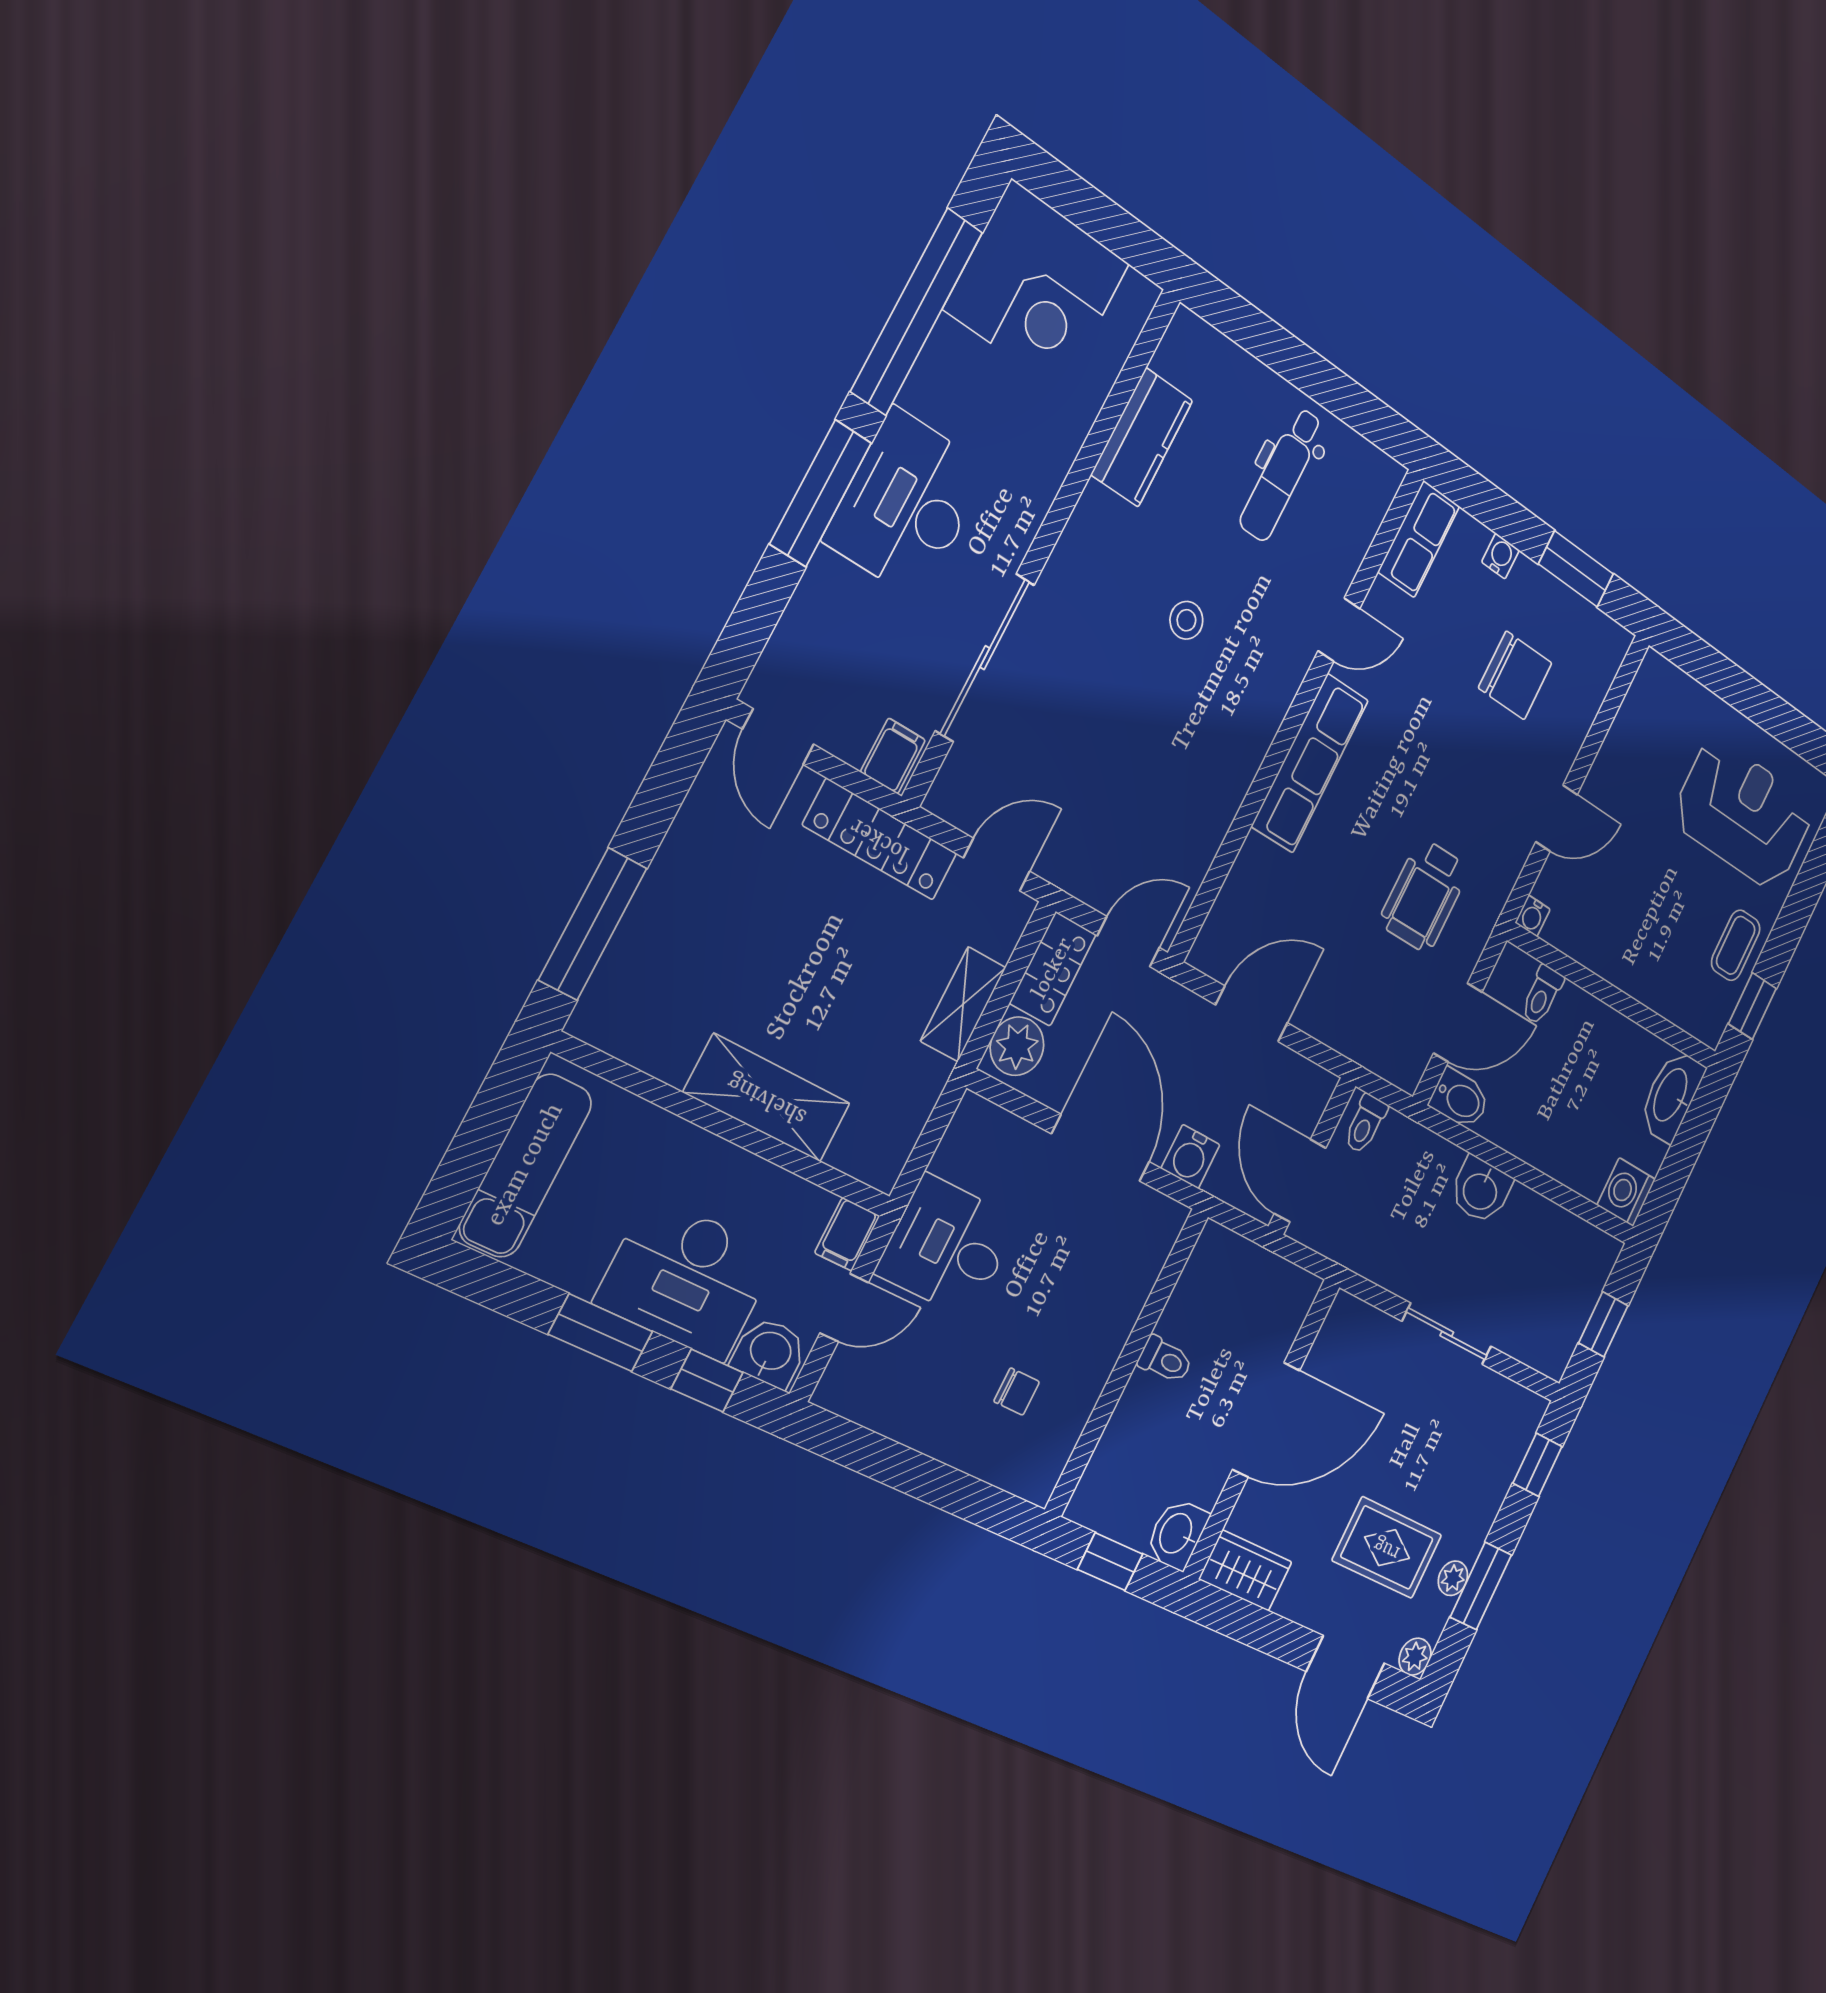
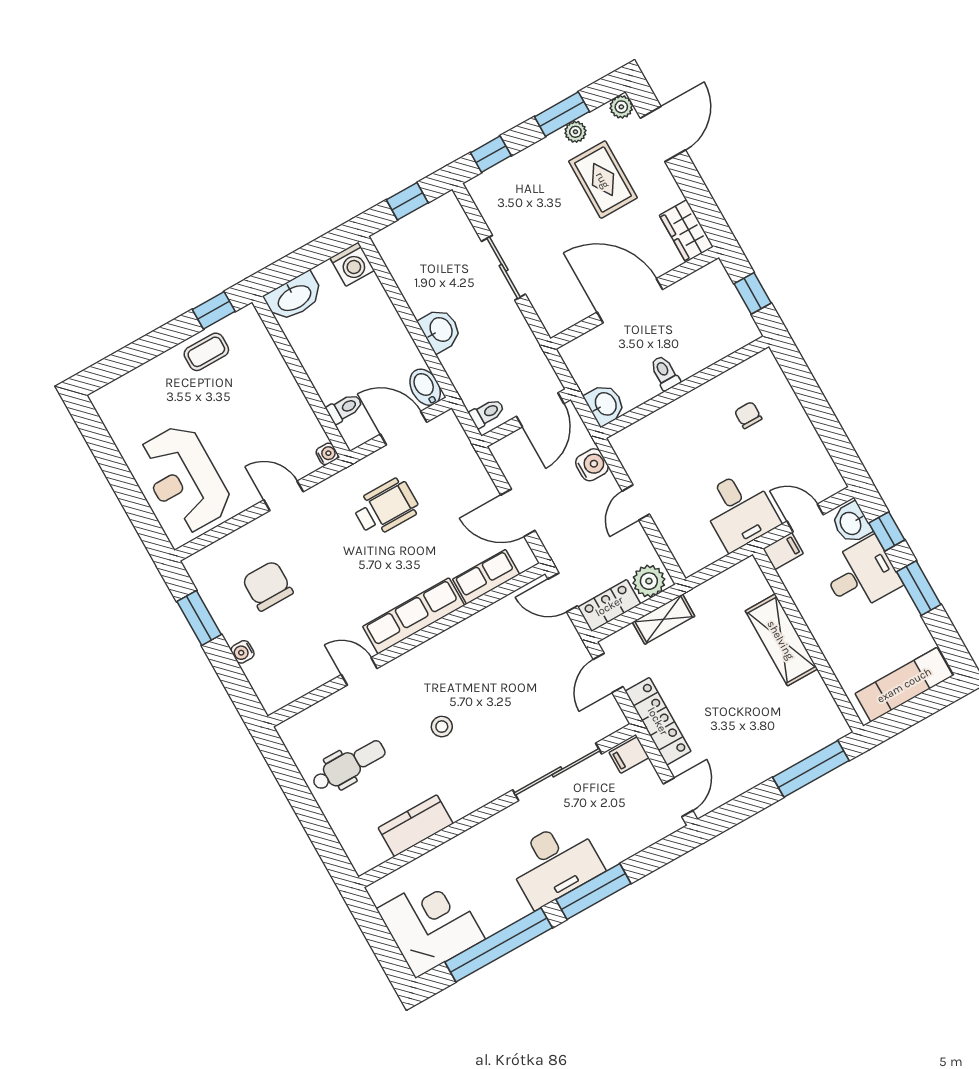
row of seats: (1419, 539) -> (486, 577), moved
reception desk: (1744, 814) -> (184, 479), moved
door: (997, 865) -> (608, 673), hinge flipped
door: (1101, 1148) -> (636, 503), width x0.53
desk: (687, 1278) -> (861, 575), width x0.73
washbasin: (1177, 1534) -> (605, 404), moved, turned -90

